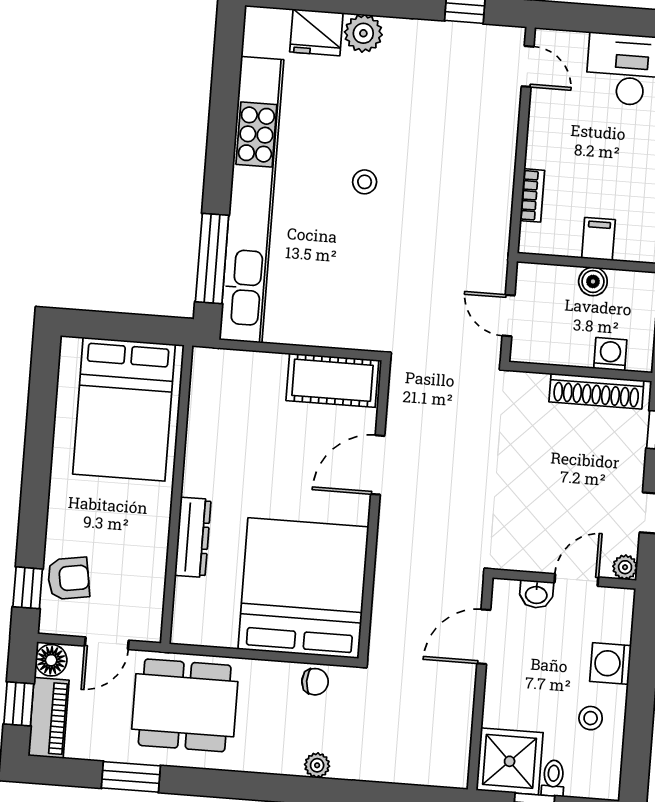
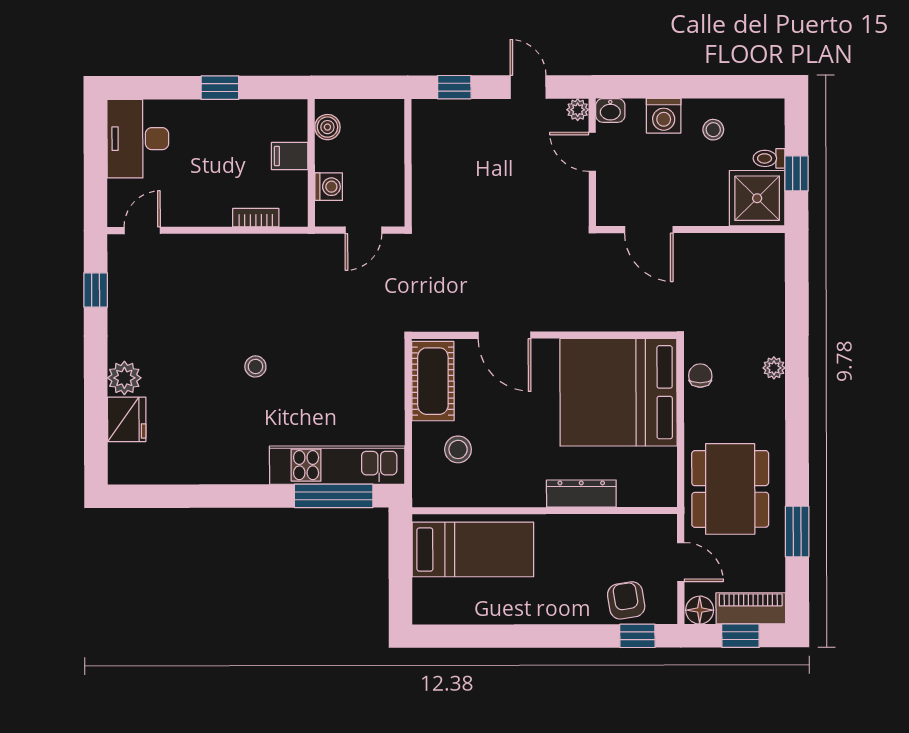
kitchen unit: (251, 200) -> (337, 465), width x0.54
boiler: (593, 281) -> (327, 127), moved
washing machine: (610, 354) -> (329, 187), moved, turned 180
shoe rack: (596, 391) -> (424, 147), removed
stool: (253, 402) -> (458, 449), added
bed: (124, 409) -> (473, 549), width x0.67
washbasin: (536, 594) -> (610, 110), moved, turned 90

